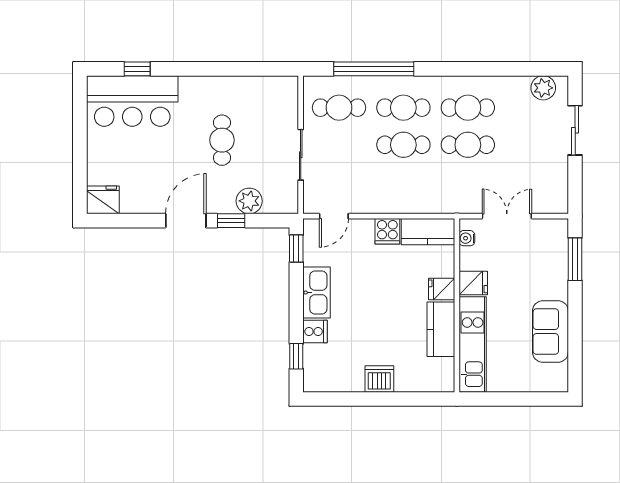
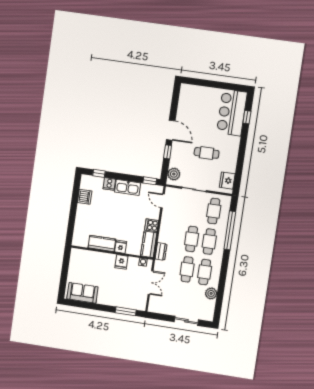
plant: (543, 88) -> (211, 293), moved
fridge: (103, 200) -> (227, 181), moved, turned 180
plant: (249, 201) -> (174, 174), moved
dresser: (439, 204) -> (161, 252), added
sofa: (550, 332) -> (82, 293), moved
kitchen unit: (473, 345) -> (93, 257), removed
dishwasher: (379, 379) -> (85, 197), moved

